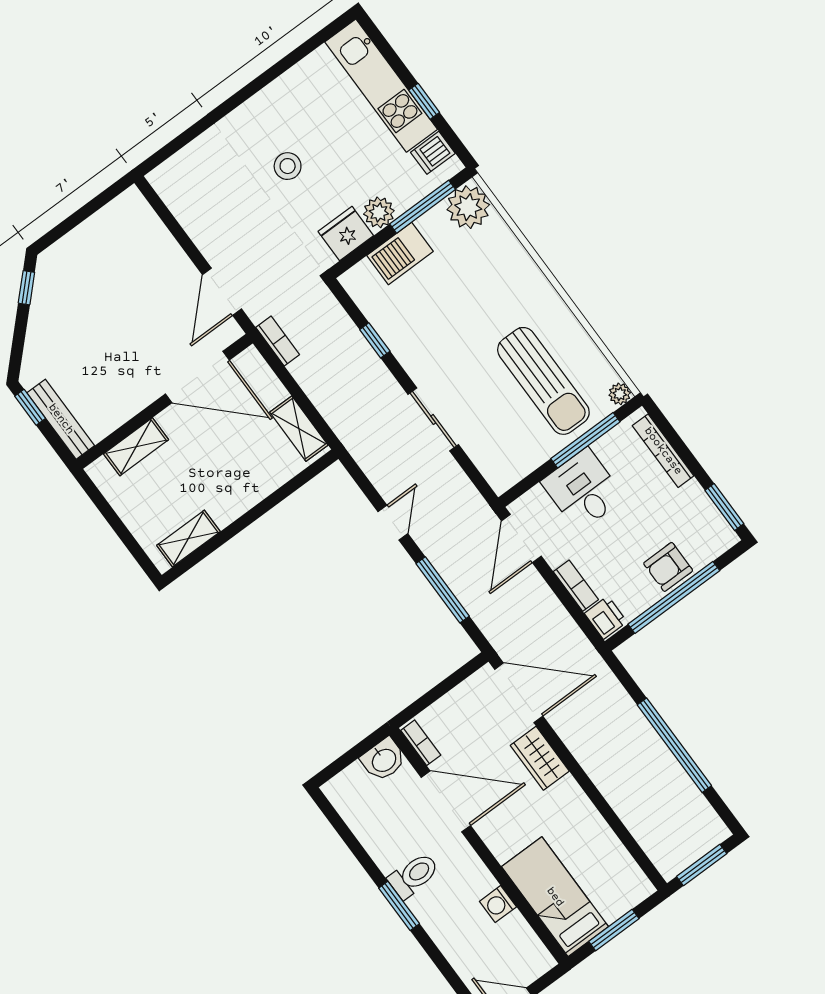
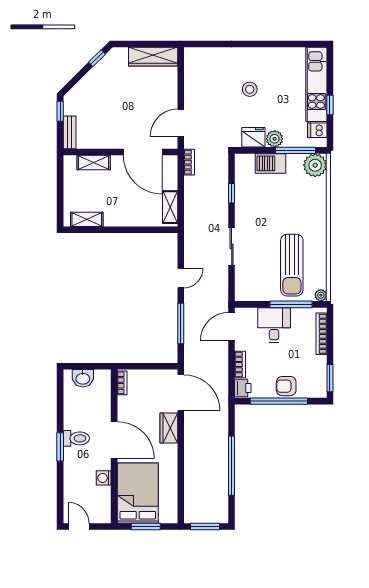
wardrobe: (108, 224) -> (153, 57), added
bench: (61, 419) -> (70, 132), width x0.73
washbasin: (384, 760) -> (83, 378), moved
door: (446, 801) -> (114, 440), moved
bed: (555, 897) -> (138, 493), width x1.50

